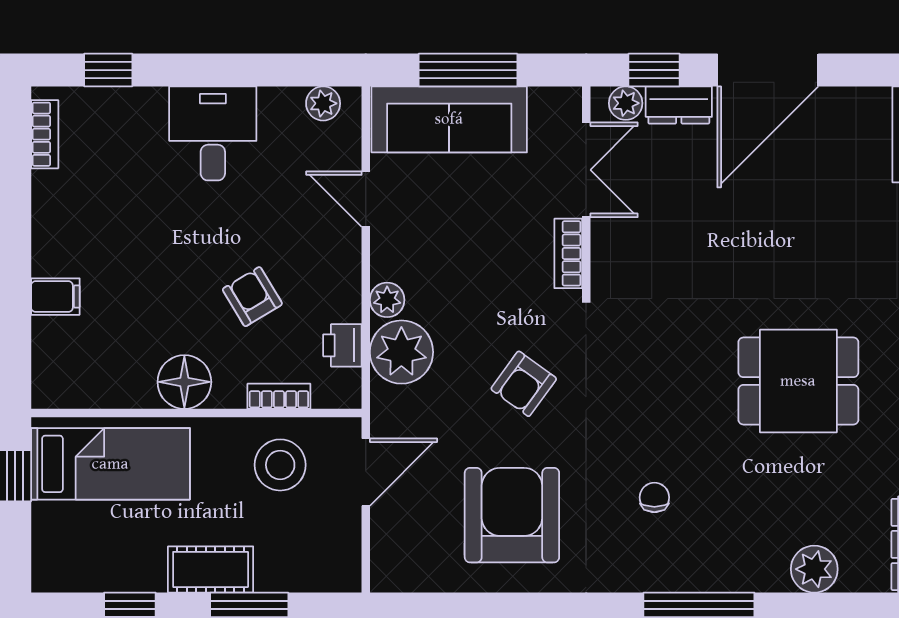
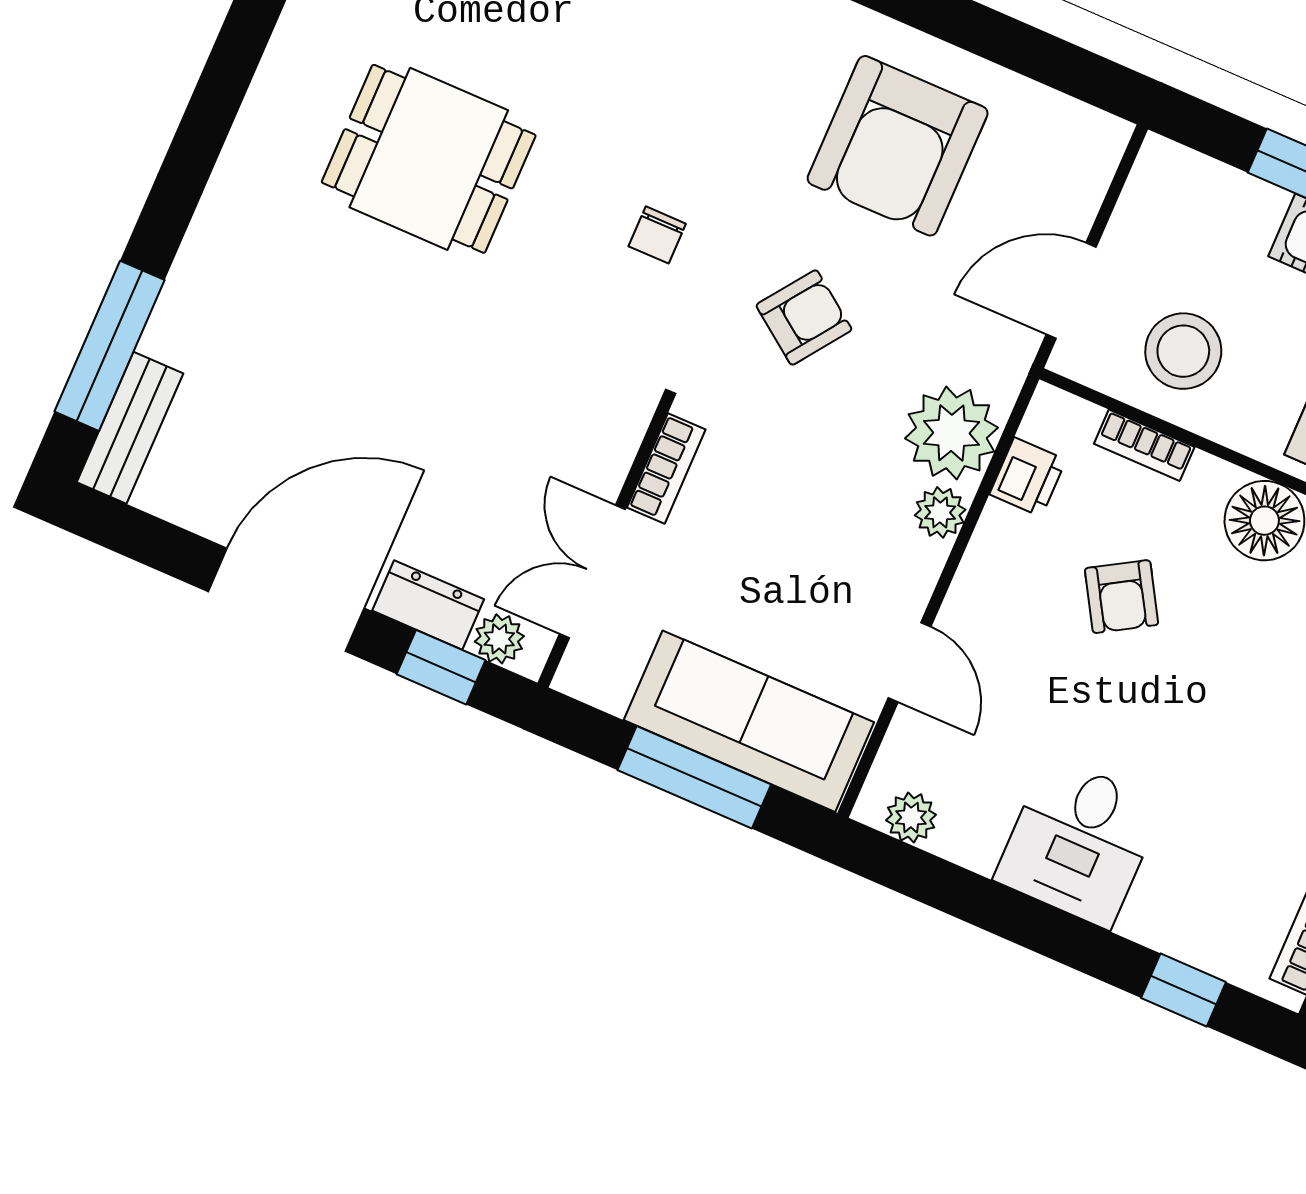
chair: (654, 497) -> (657, 235), moved

